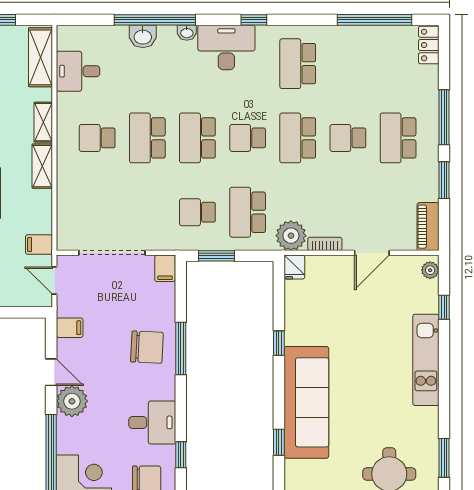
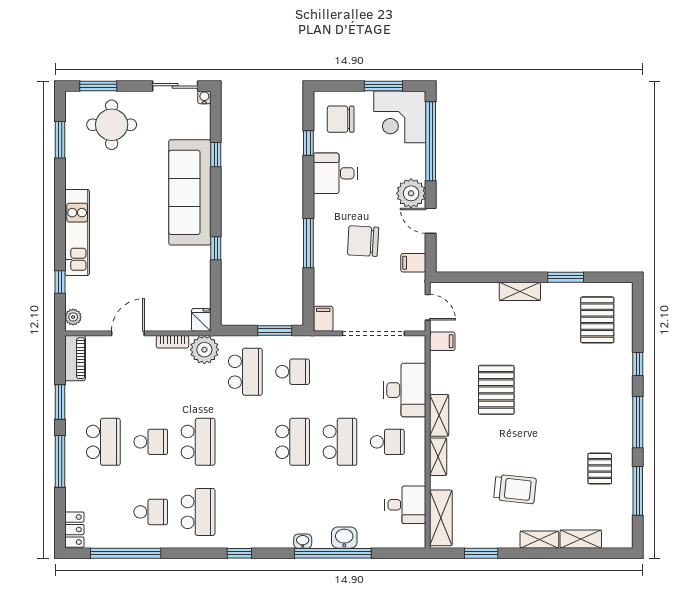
desk: (226, 47) -> (405, 390), moved, turned -90
school desk: (248, 138) -> (151, 512), moved
chair: (147, 347) -> (363, 241), moved

